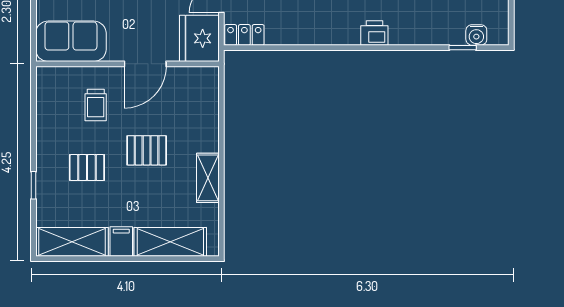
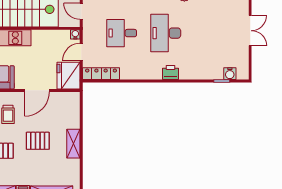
locker: (244, 35) -> (101, 74), width x1.53
shelving: (208, 178) -> (73, 144), moved

